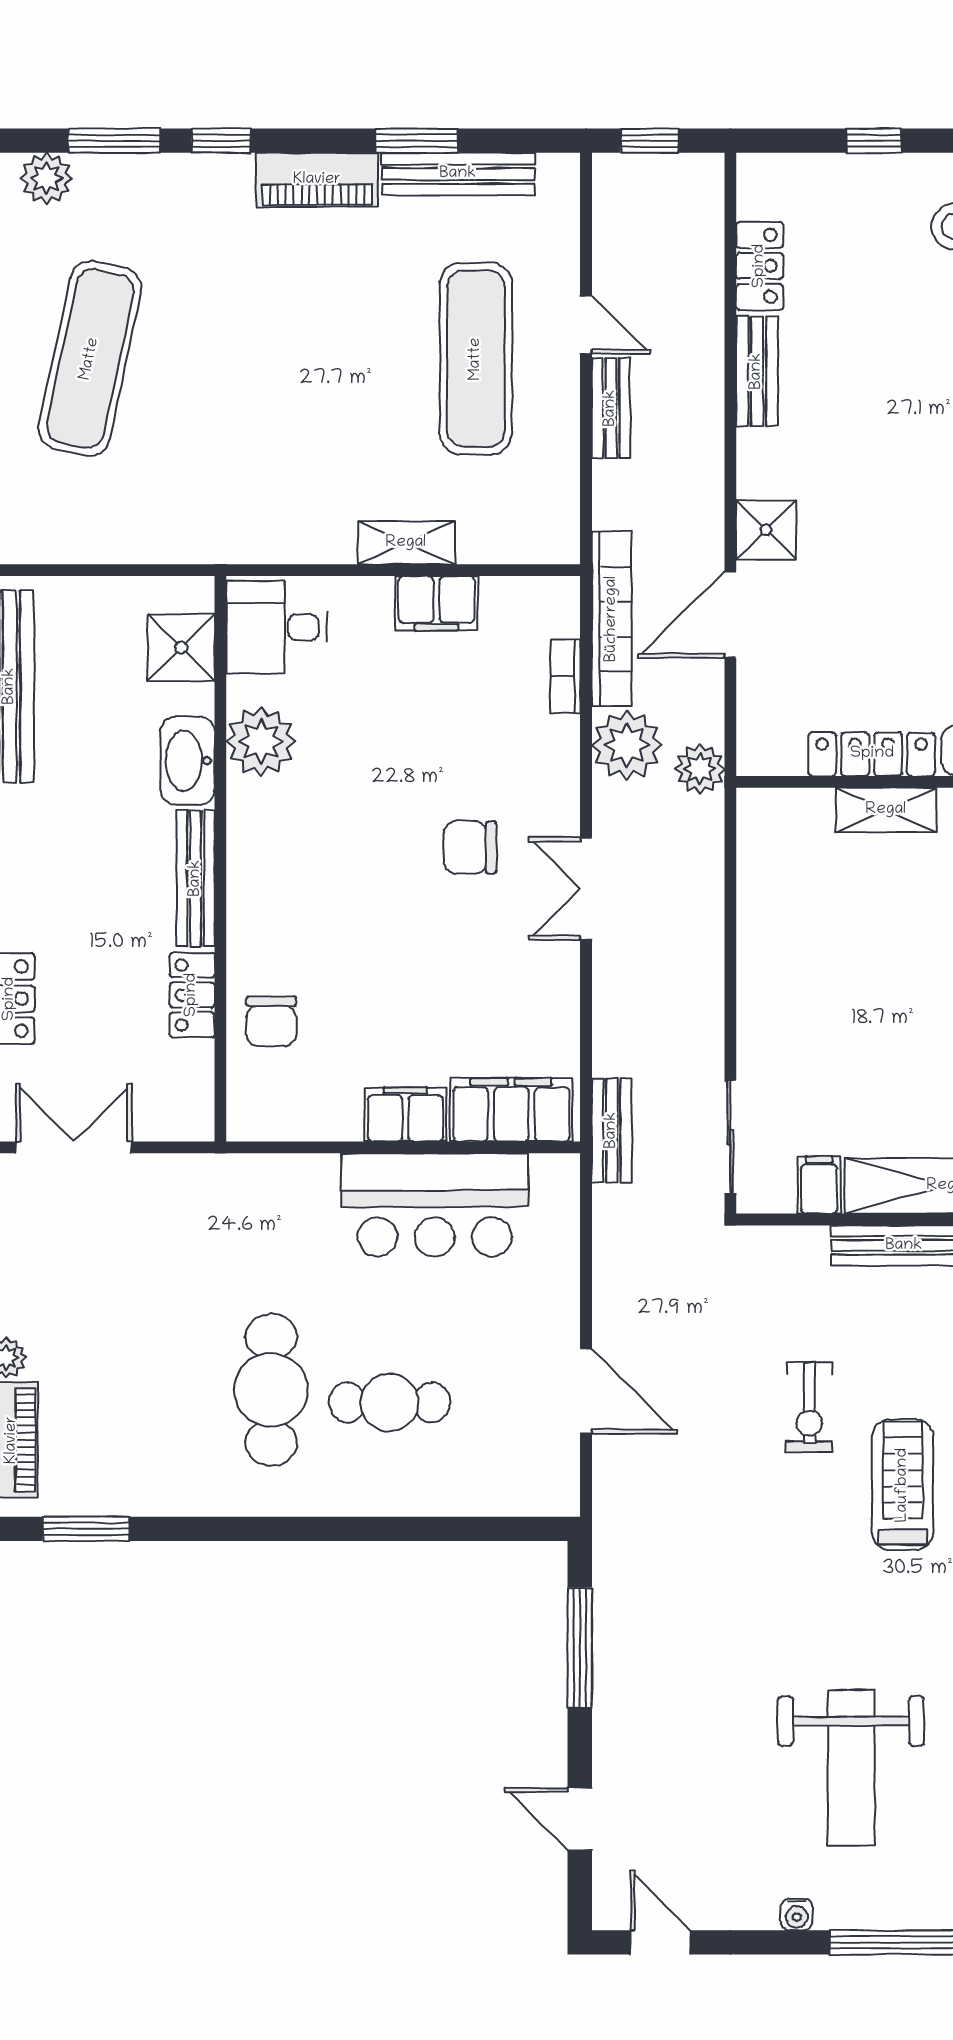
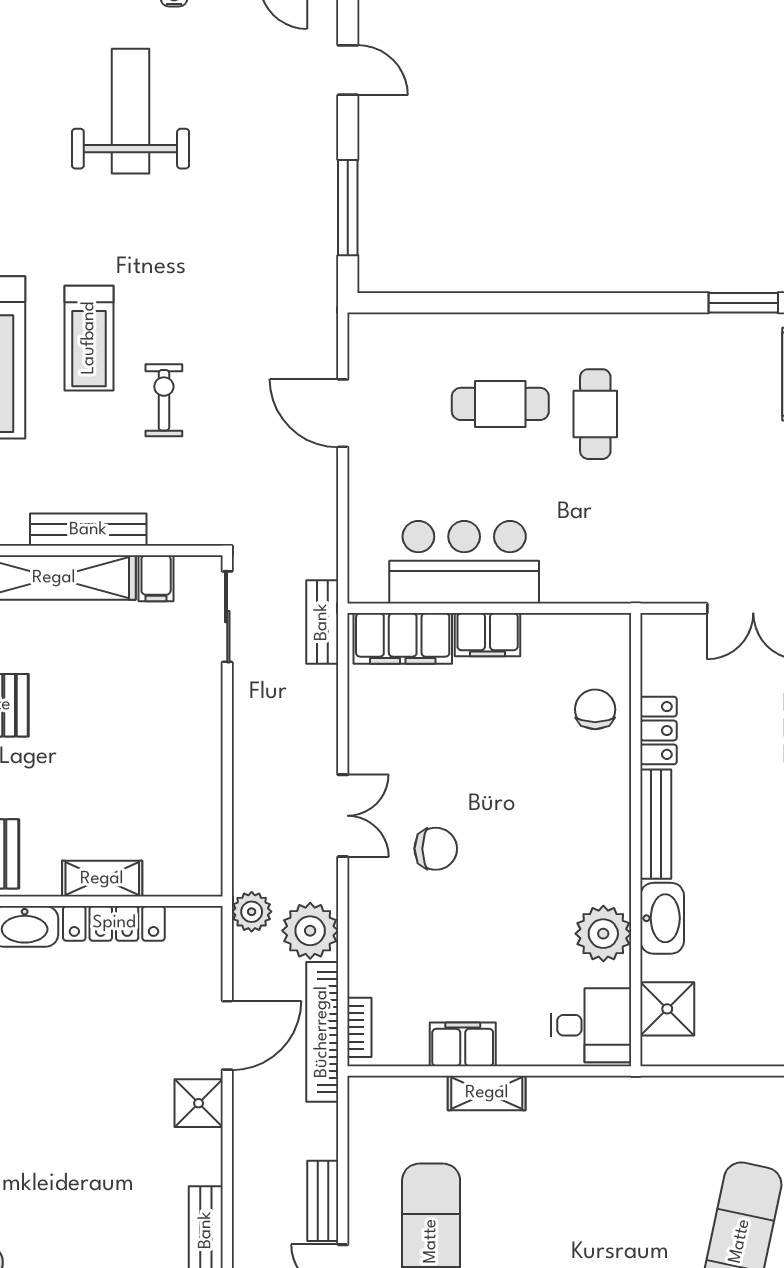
bookcase: (565, 676) -> (359, 1027), moved
cafe table: (271, 1390) -> (595, 414), width x0.73, depth x0.74

